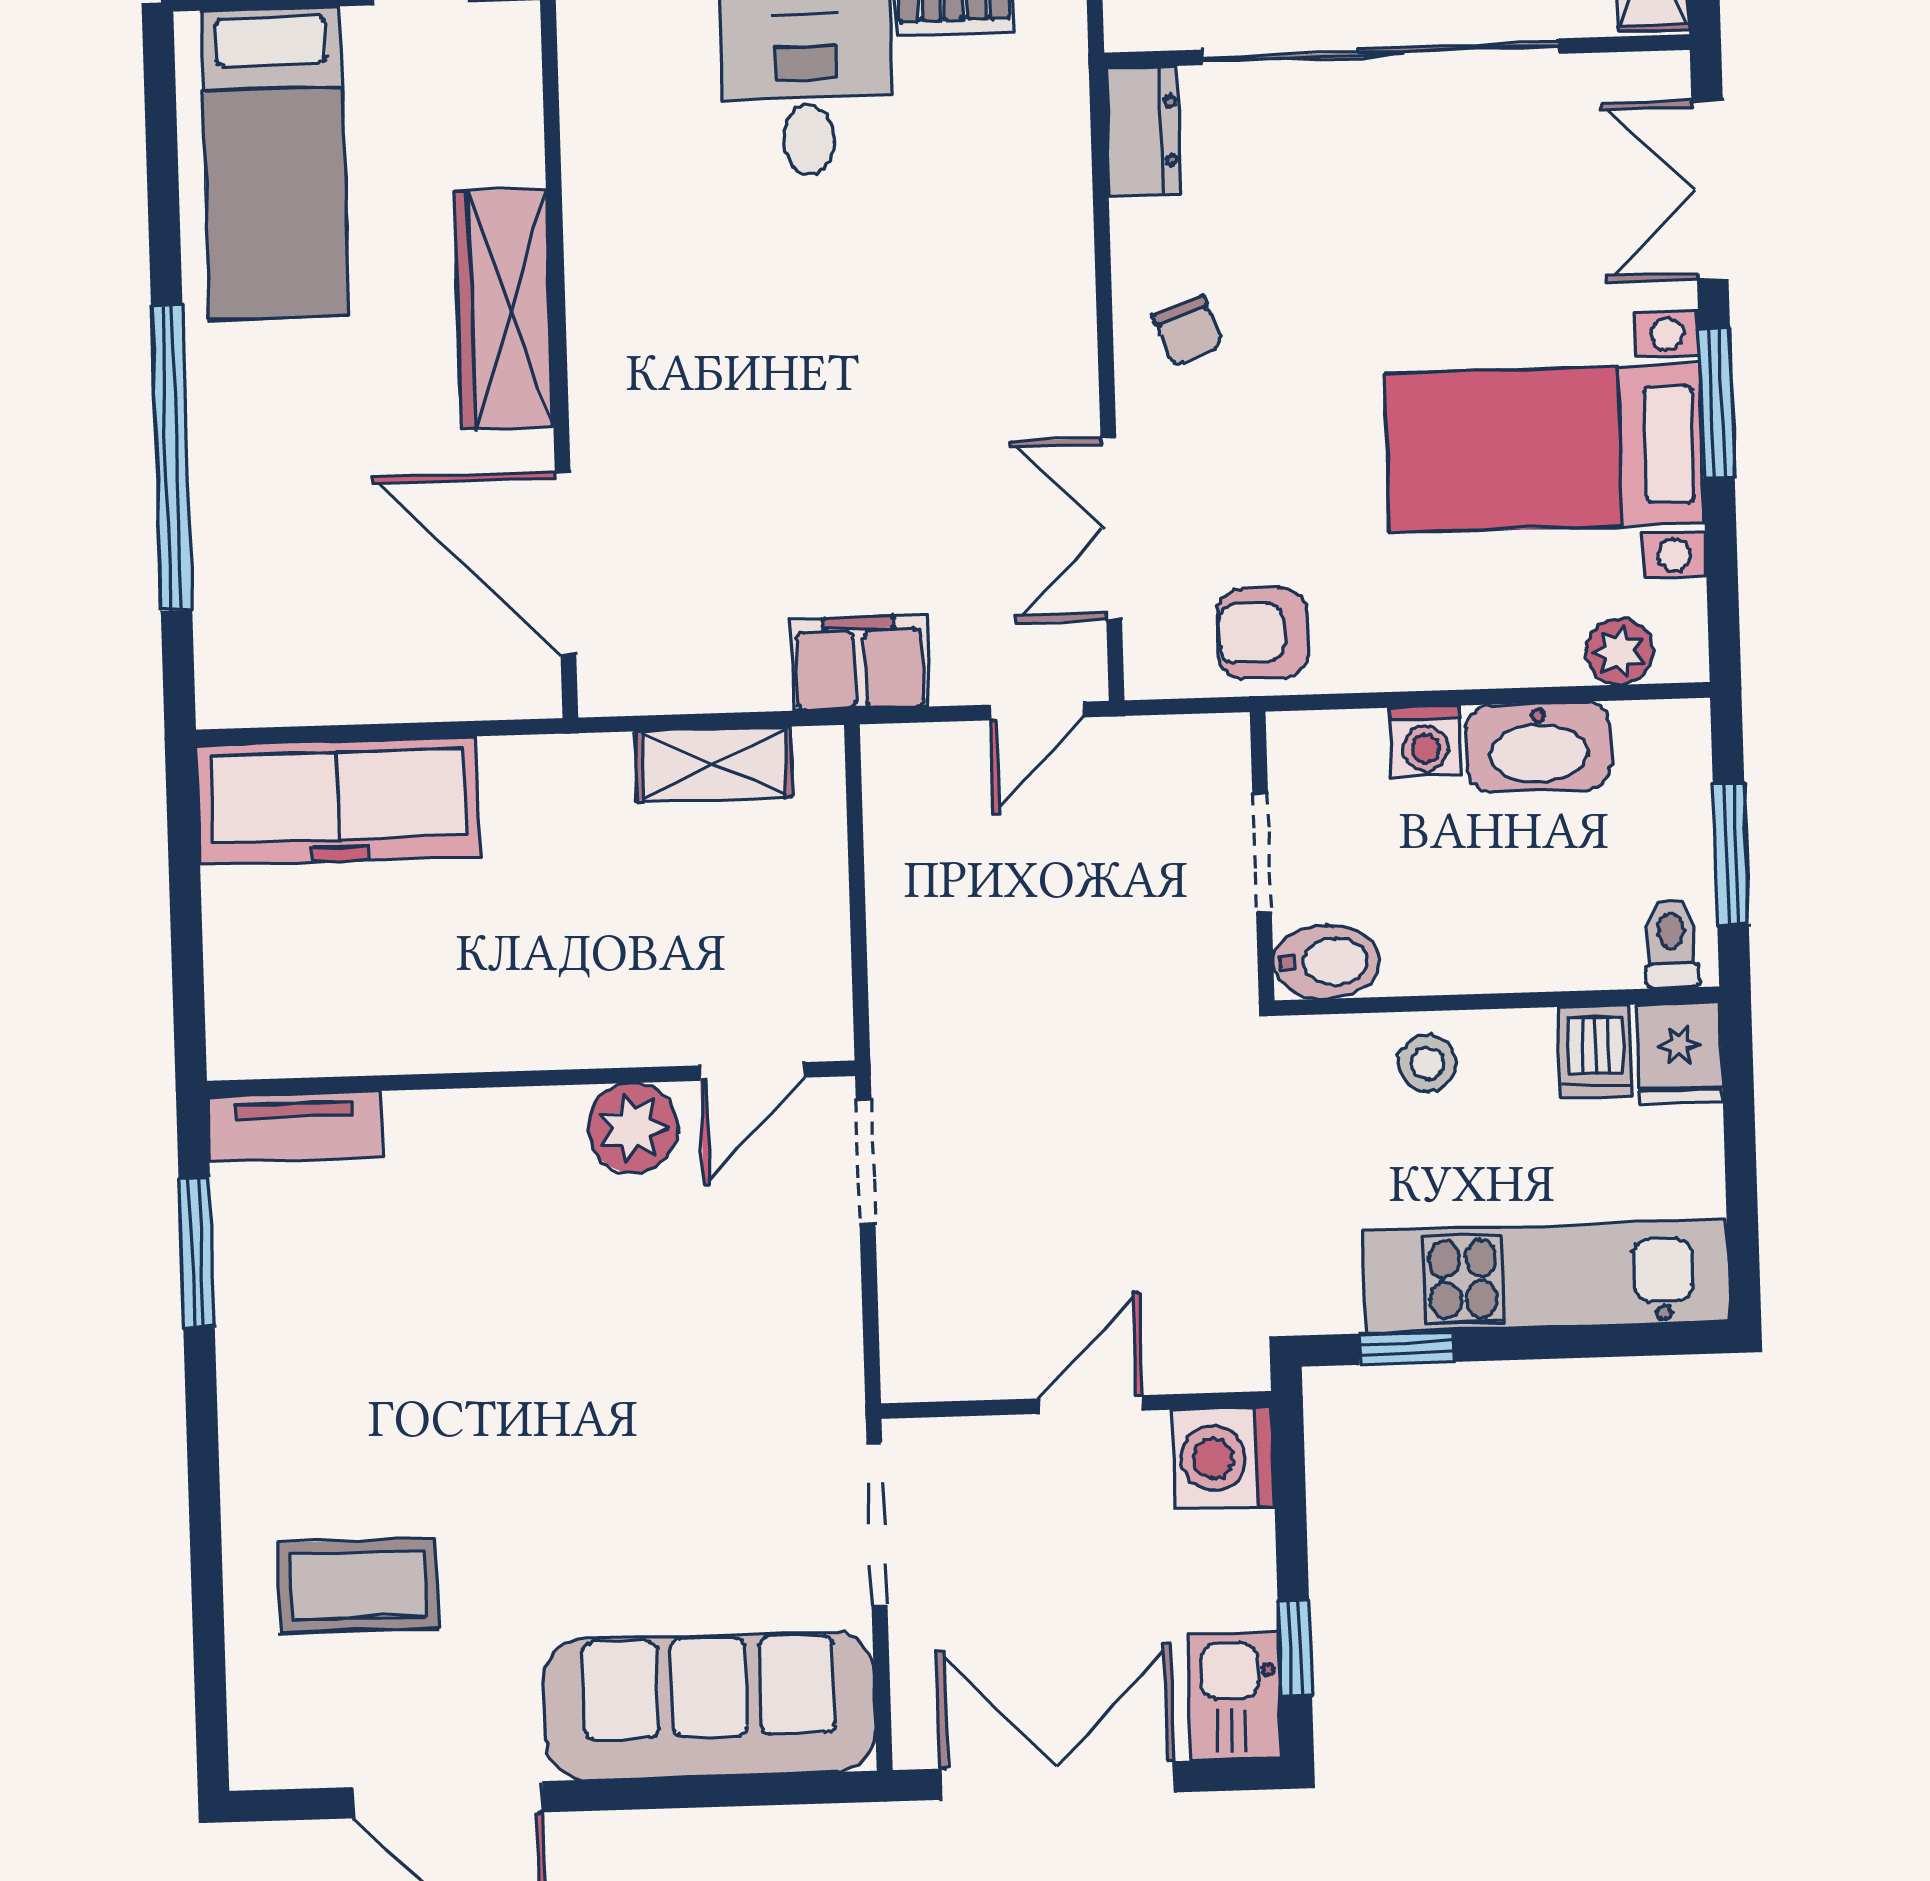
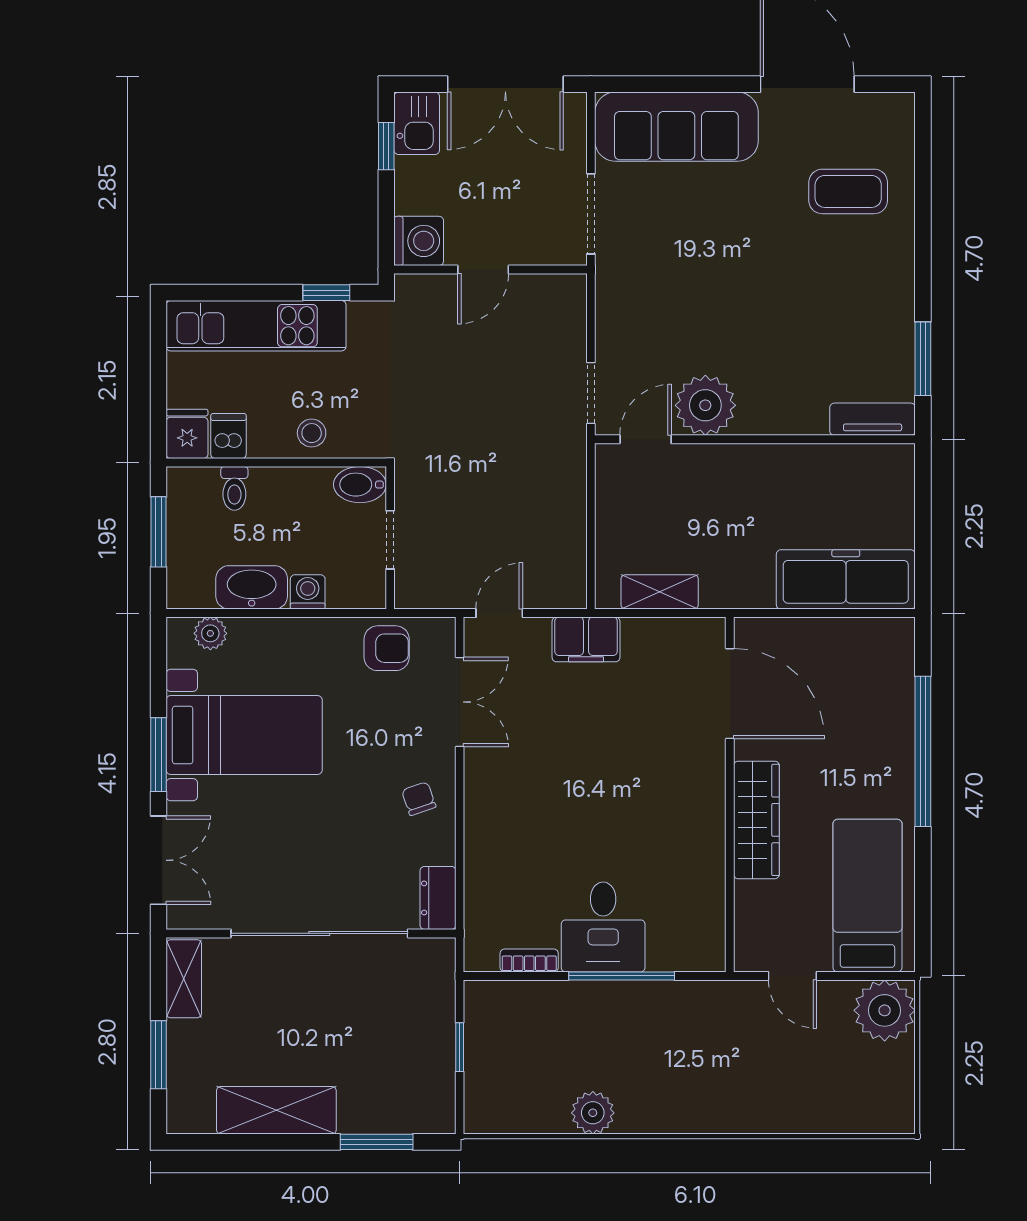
toilet: (1671, 943) -> (234, 488), moved
plant: (633, 1128) -> (705, 405), width x1.36, depth x1.36

